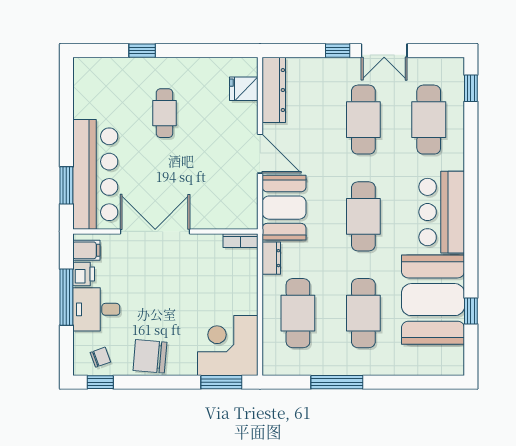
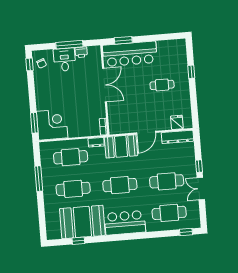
filing cabinet: (86, 250) -> (93, 52), removed
chair: (150, 356) -> (44, 87), removed

